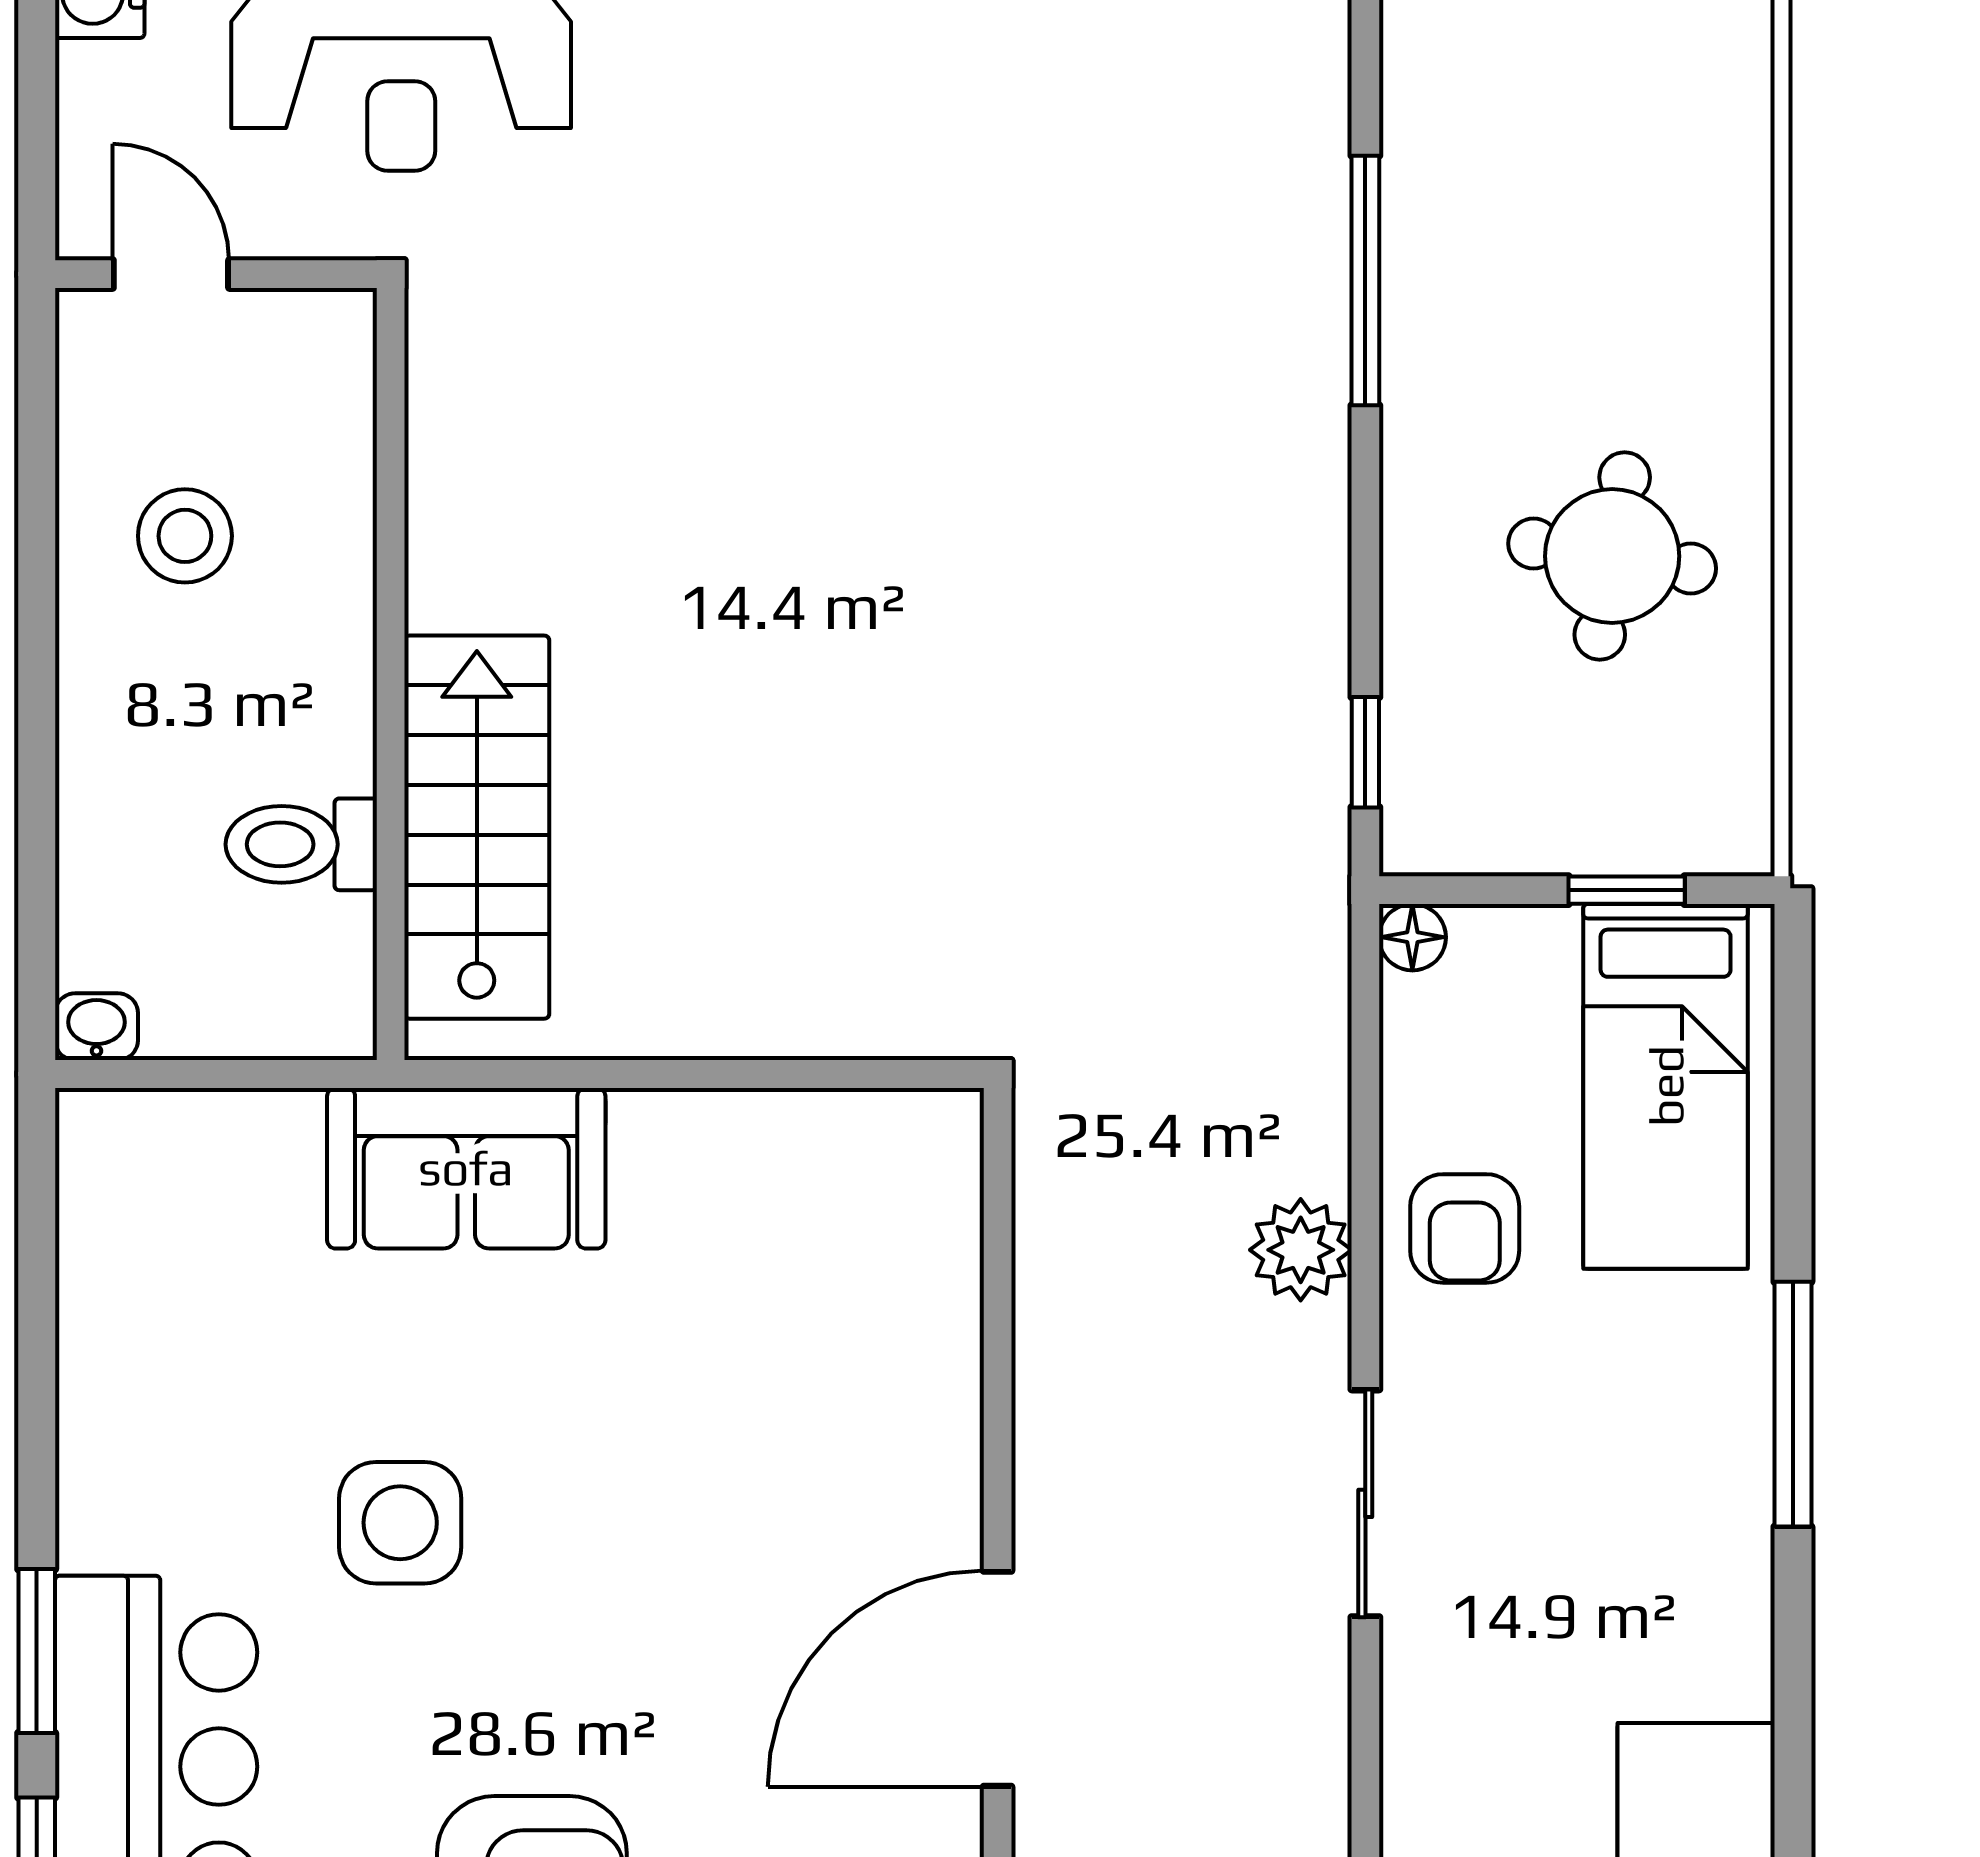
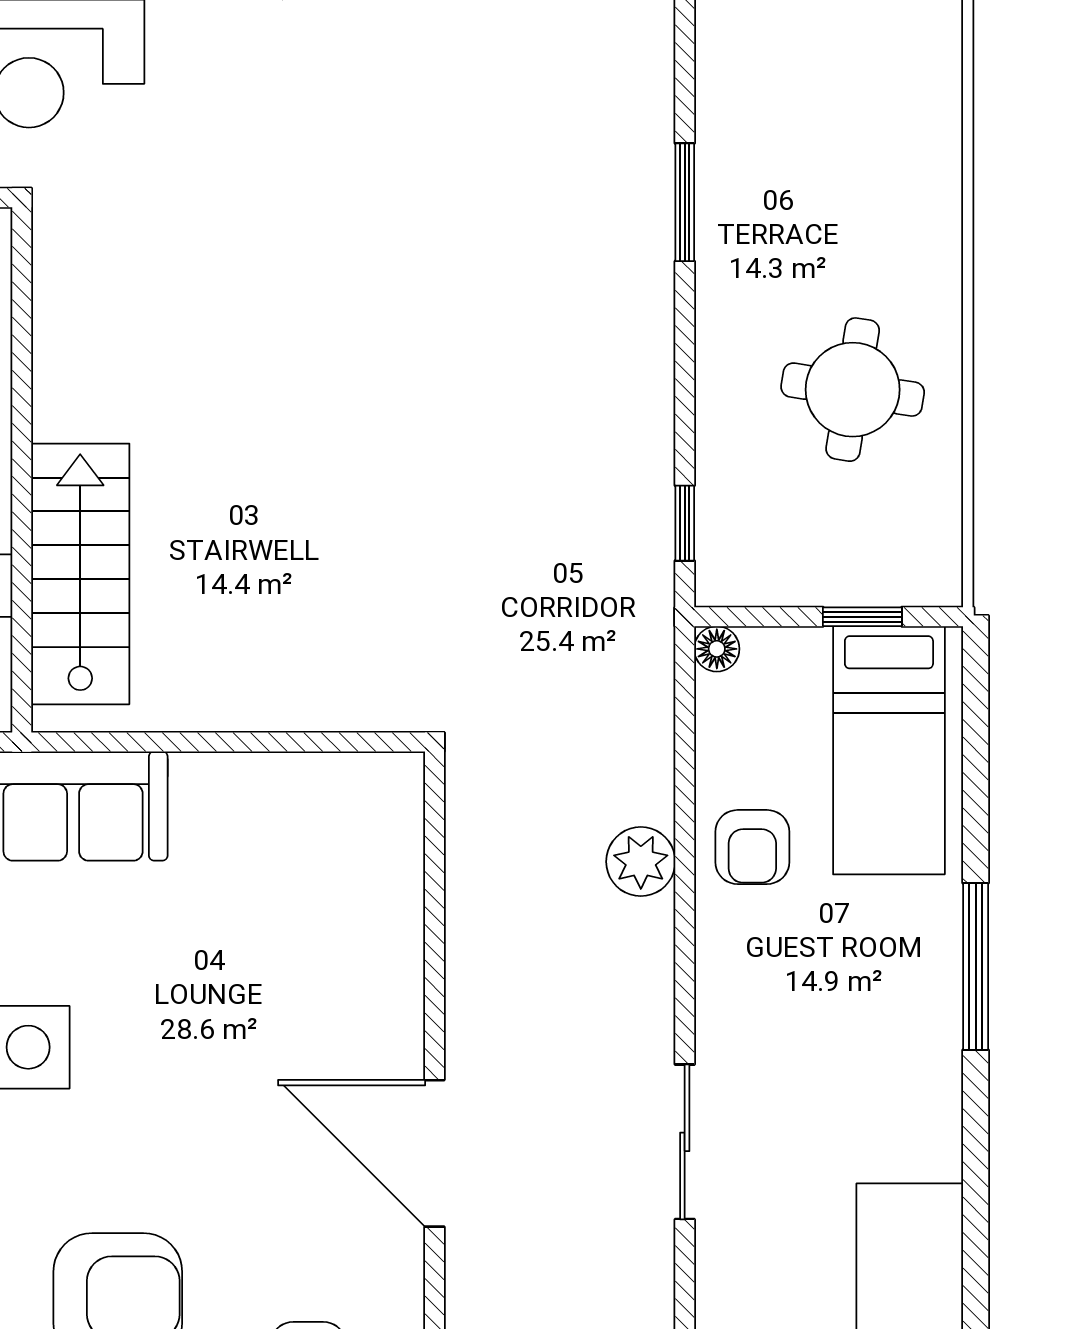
window: (1365, 281) -> (685, 202), width x0.69
sliding door: (1365, 1503) -> (685, 1142), moved
door: (998, 1679) -> (435, 1153), hinge flipped

